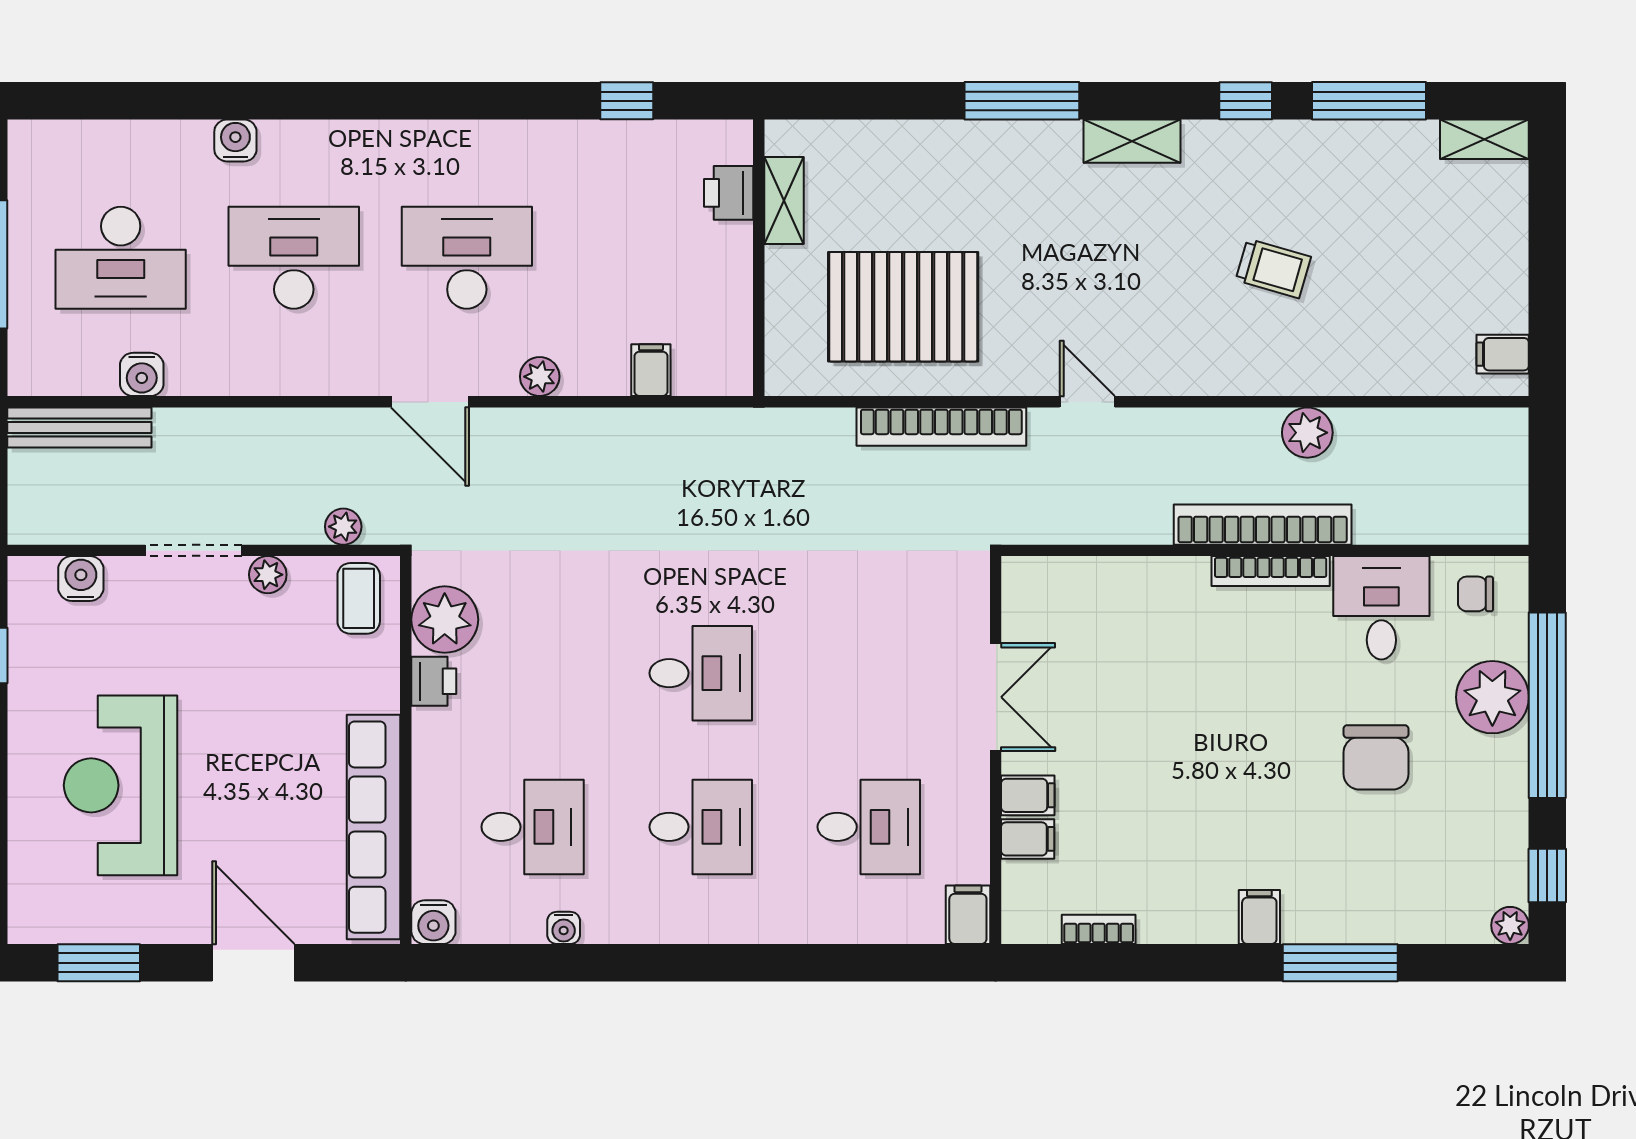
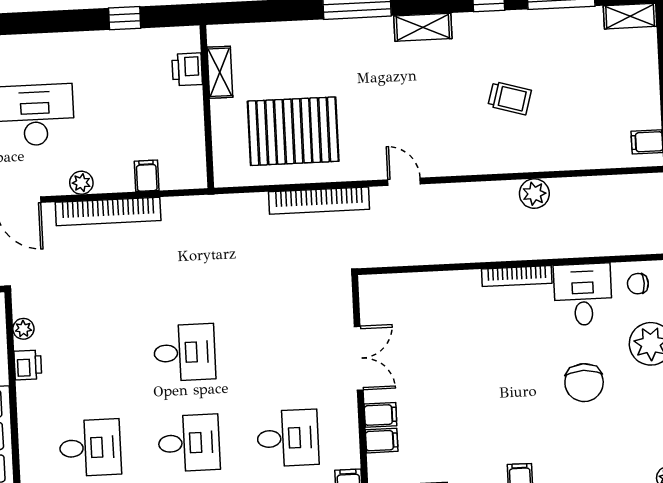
bookcase: (1263, 525) -> (108, 211), moved, turned 180
plant: (445, 620) -> (23, 329), width x0.53, depth x0.53

